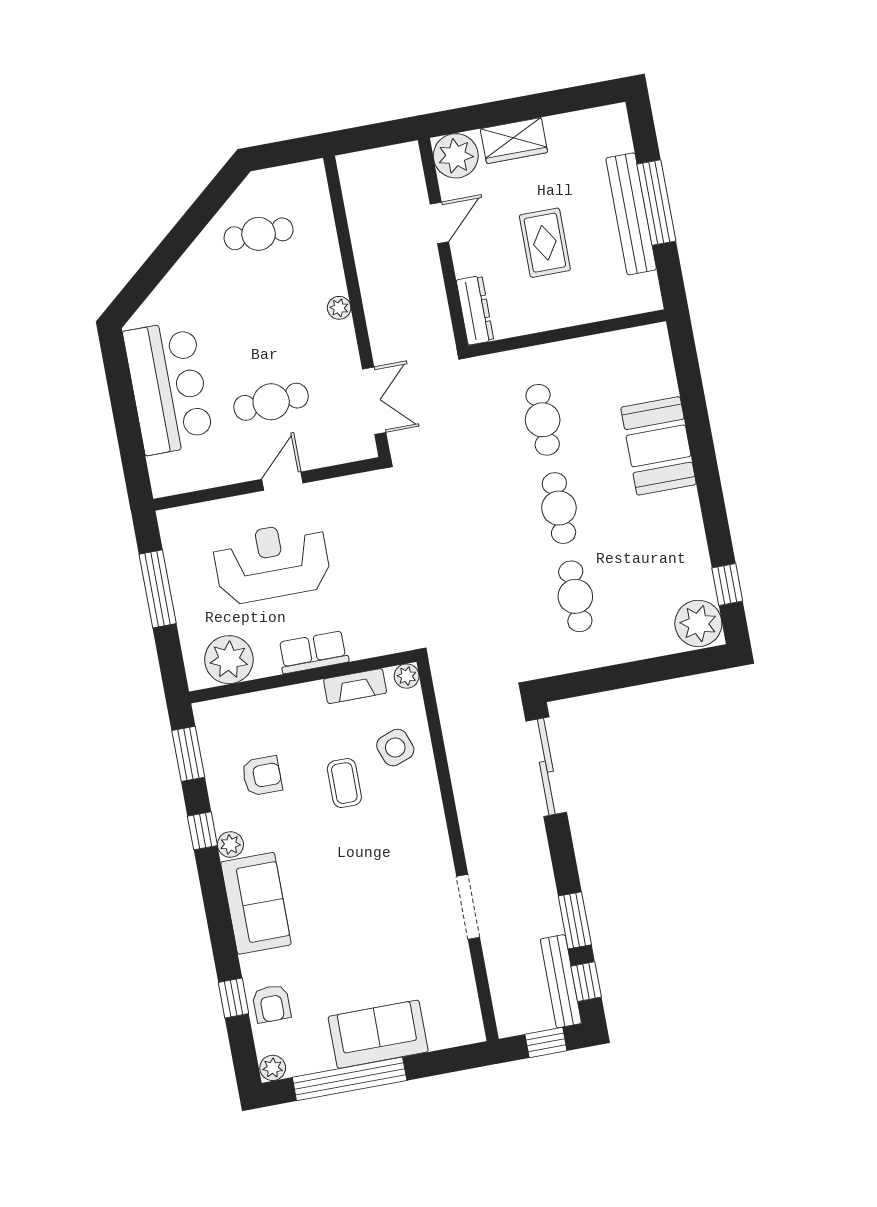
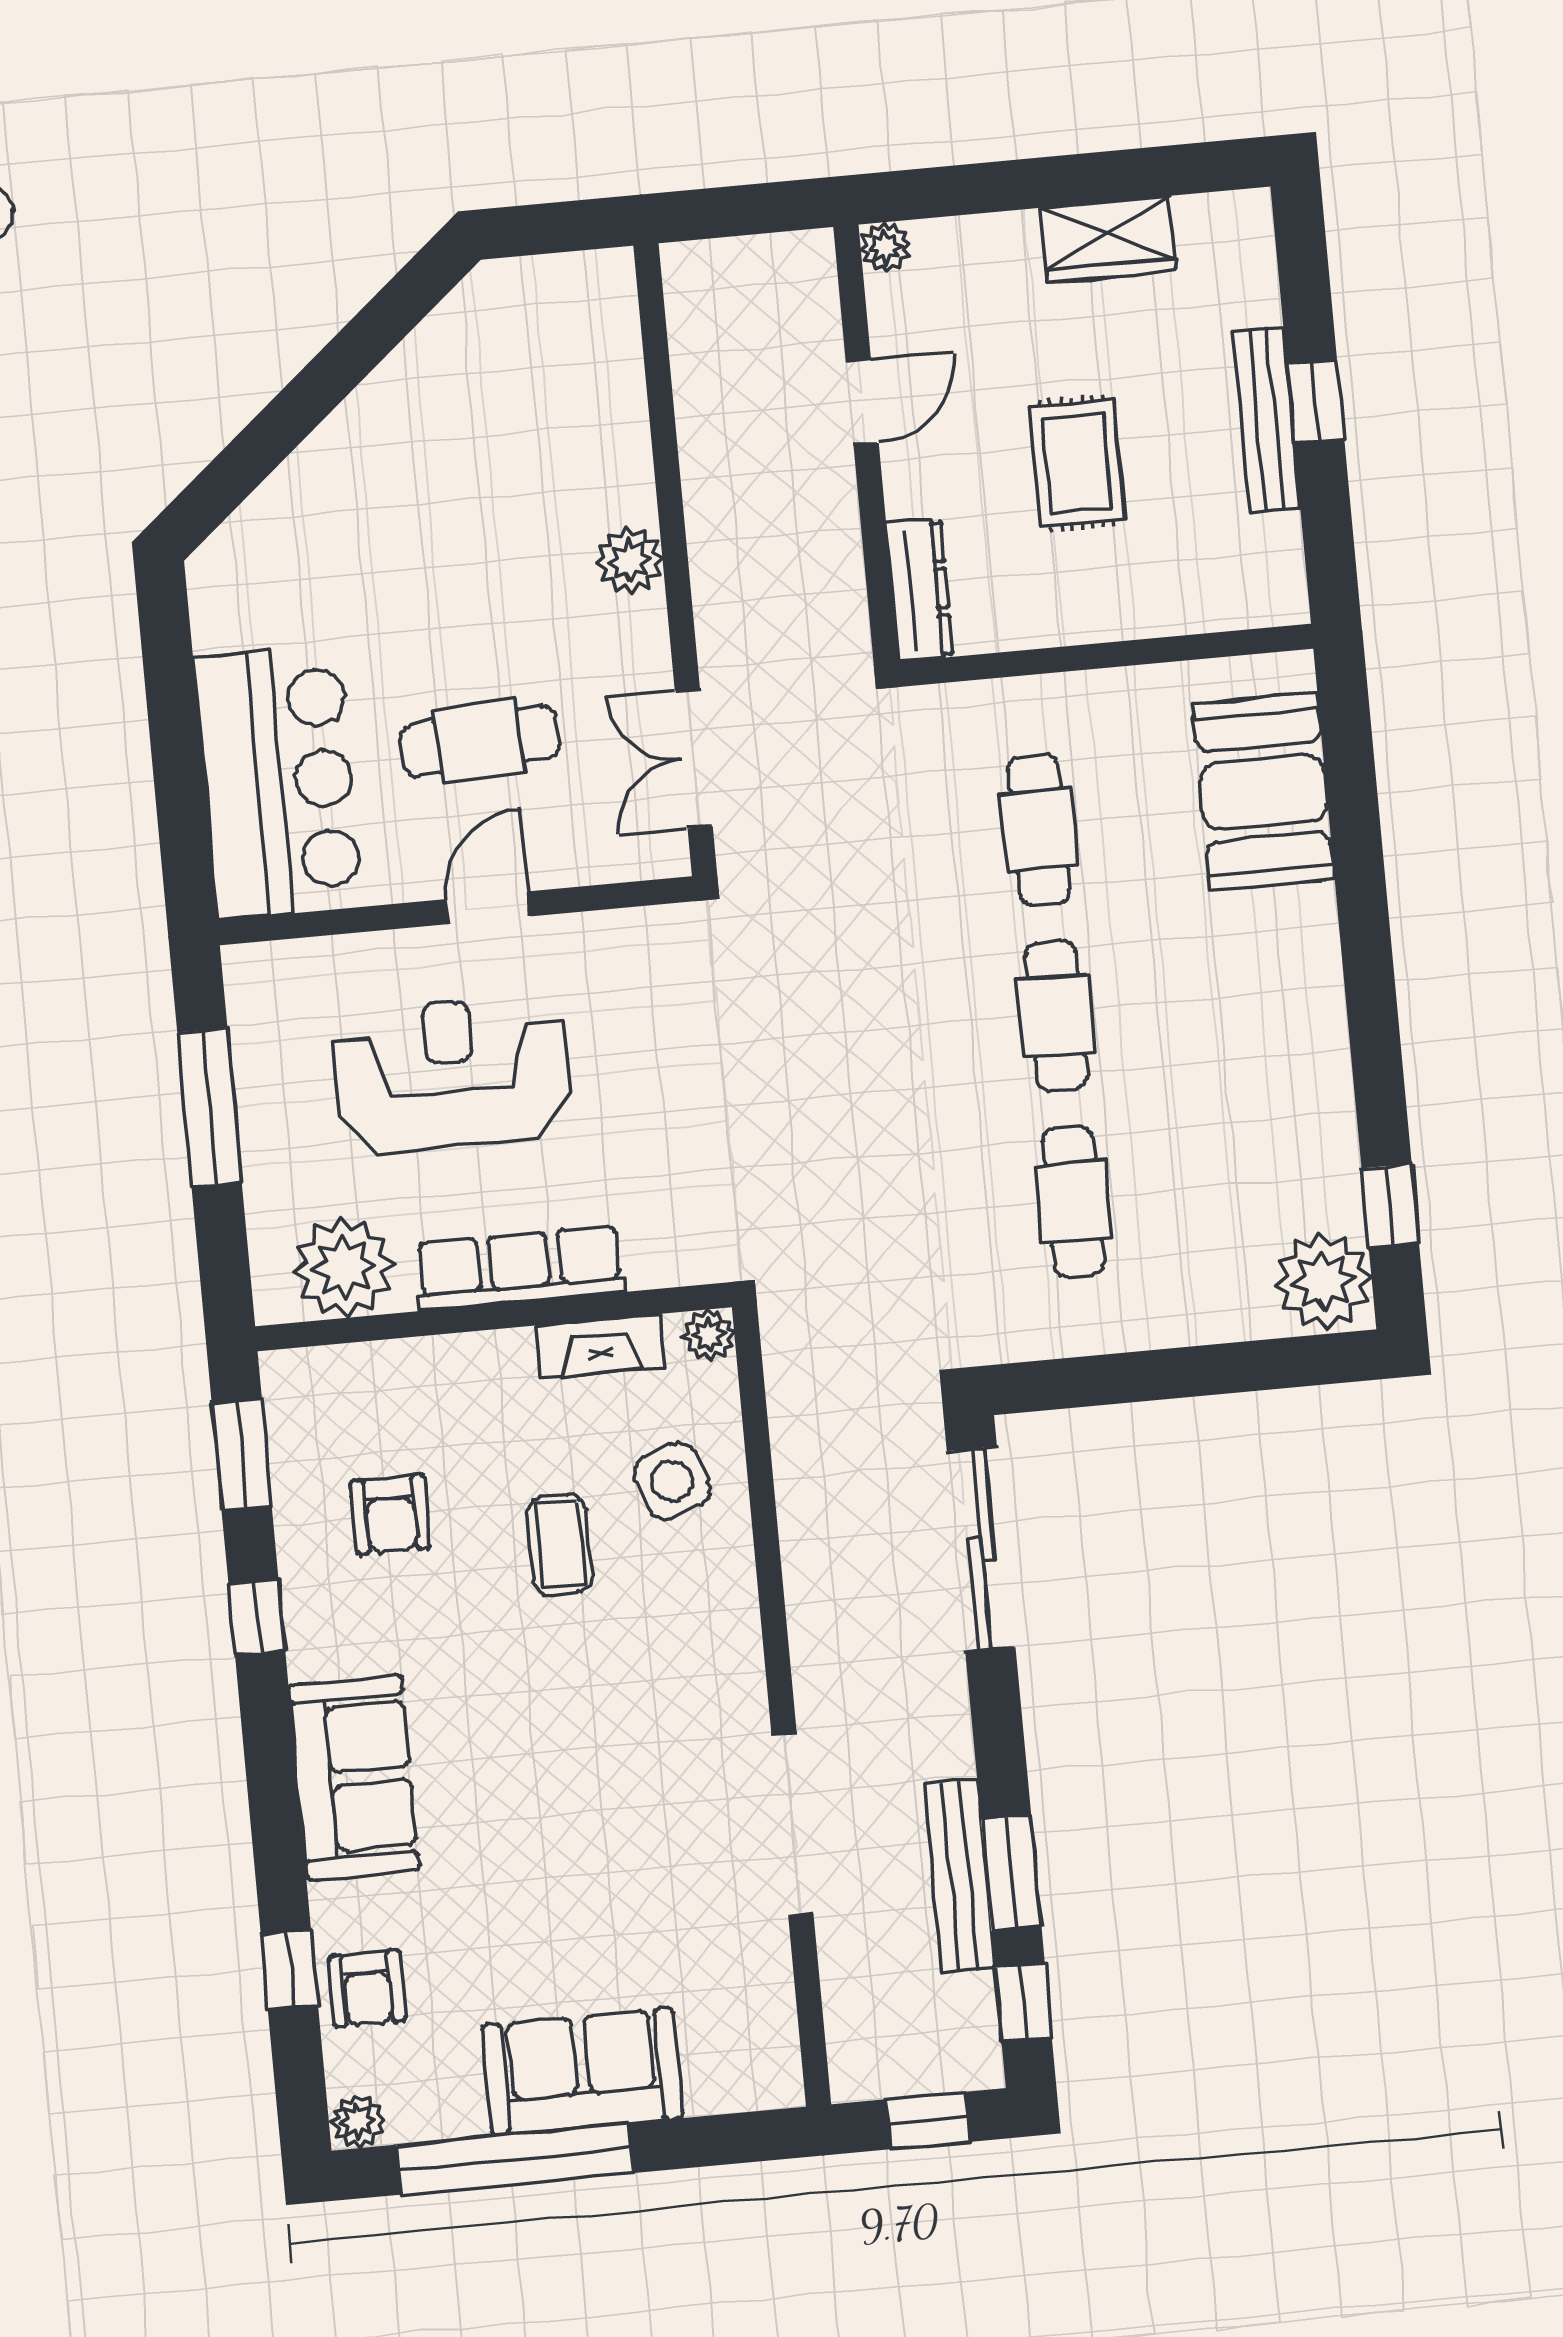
wardrobe: (514, 141) -> (1108, 239), moved
plant: (456, 156) -> (885, 247), width x0.53, depth x0.53
window: (656, 203) -> (1316, 401), width x0.46
bench: (631, 214) -> (1266, 419), width x0.73, depth x0.82
cafe table: (259, 234) -> (486, 391), removed
plant: (339, 308) -> (629, 560), width x1.38, depth x1.38
bar counter: (168, 387) -> (278, 782), moved
double door: (374, 401) -> (694, 759), swing flipped
booth: (659, 446) -> (1264, 792), moved
row of seats: (313, 652) -> (520, 1268), width x1.48
armchair: (262, 776) -> (390, 1515), turned 90
plant: (230, 844) -> (312, 1651), removed
doorway: (468, 907) -> (793, 1825), width x1.36
bench: (561, 981) -> (960, 1875), moved

